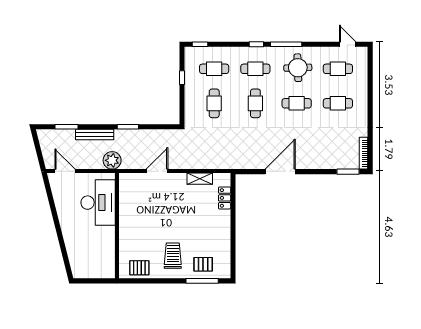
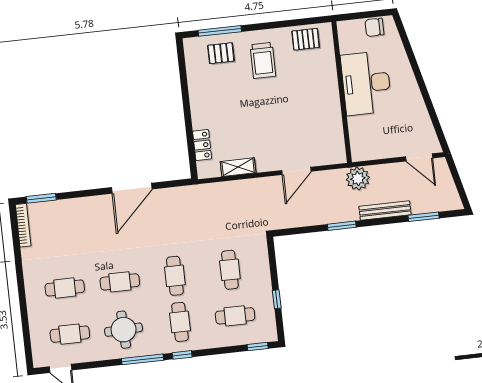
cafe table: (255, 69) -> (180, 322), turned 90
desk: (98, 203) -> (366, 83), moved
chair: (87, 271) -> (374, 27), added

